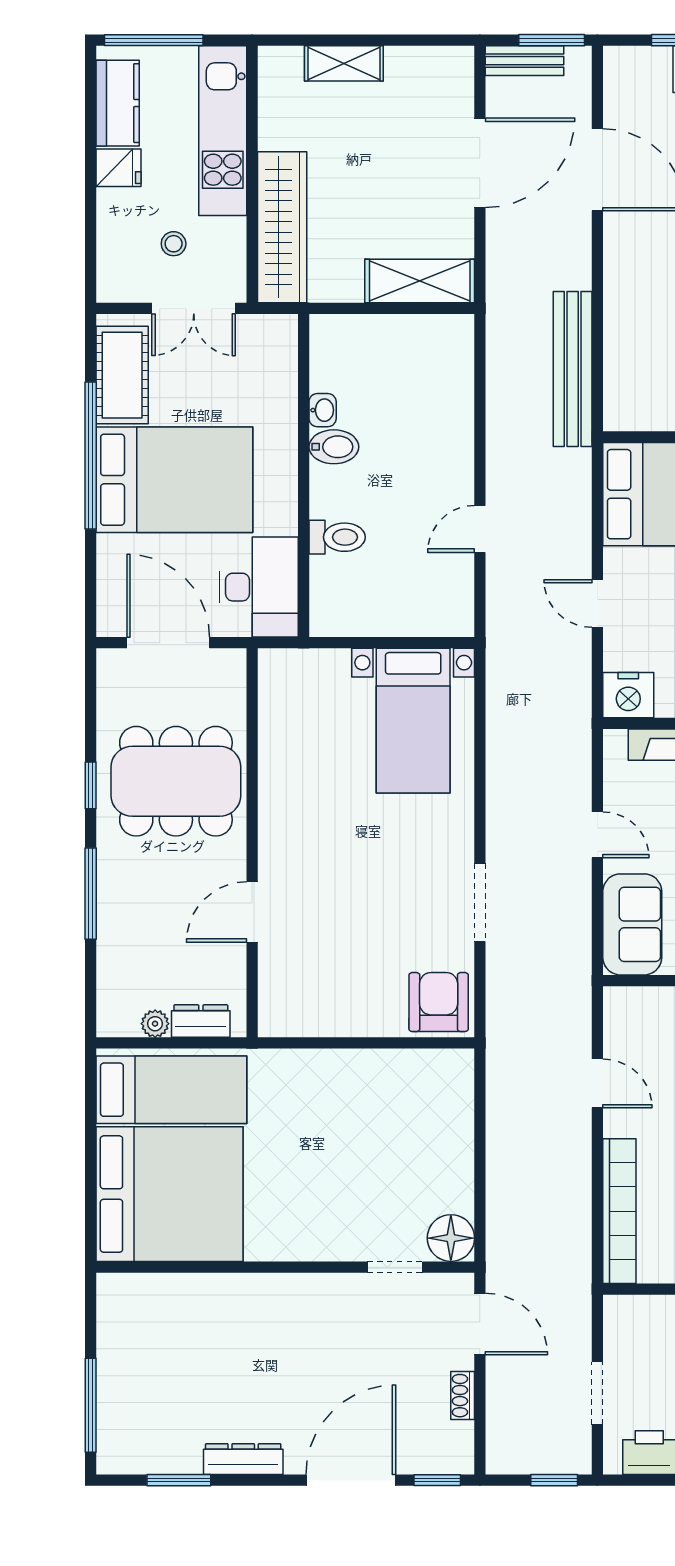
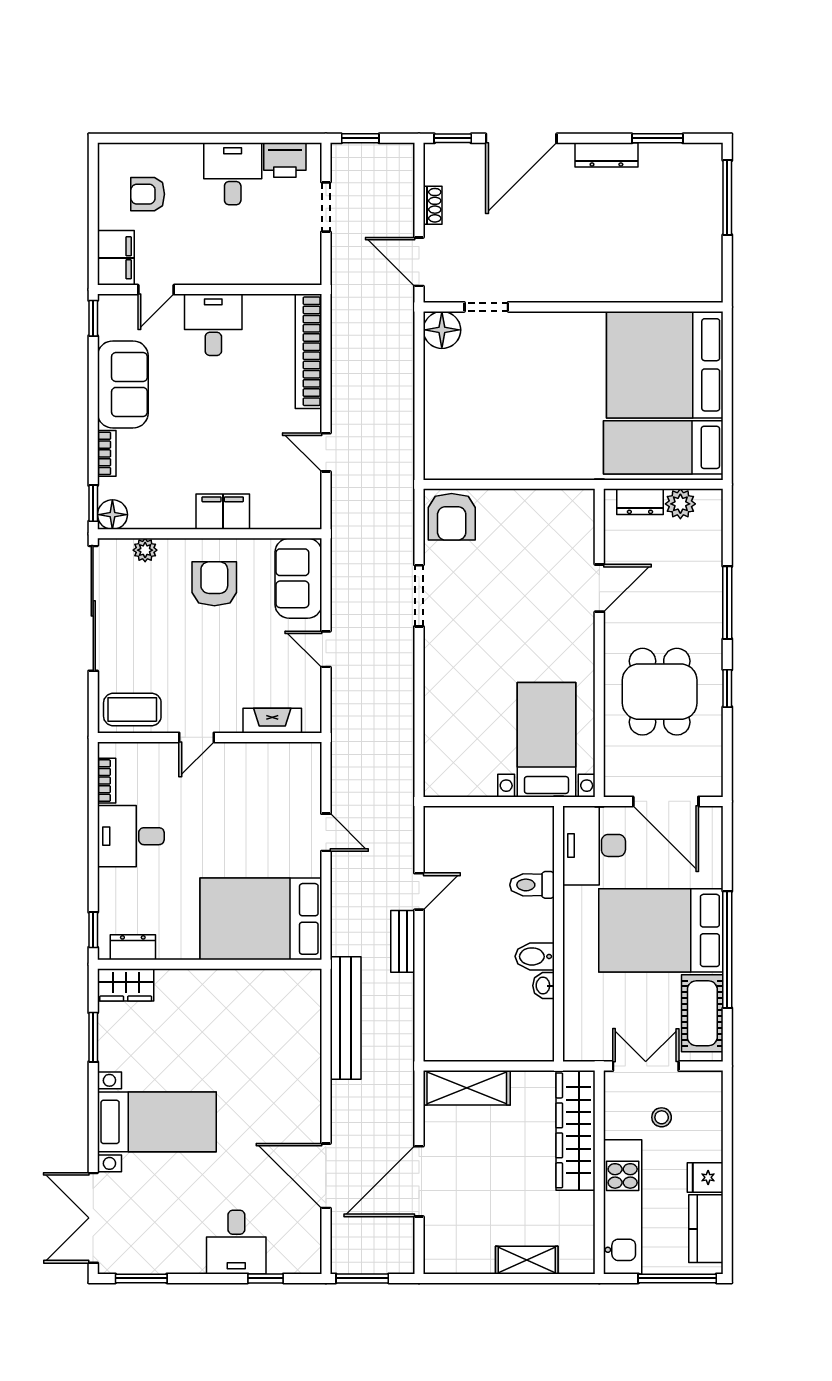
bench: (525, 61) -> (403, 941), moved, turned 90
nightstand: (628, 695) -> (301, 760), removed
bed with nightstands: (413, 721) -> (546, 740), moved
dining table: (176, 781) -> (660, 692), width x0.73
plant: (155, 1024) -> (680, 504), width x1.38, depth x1.38

